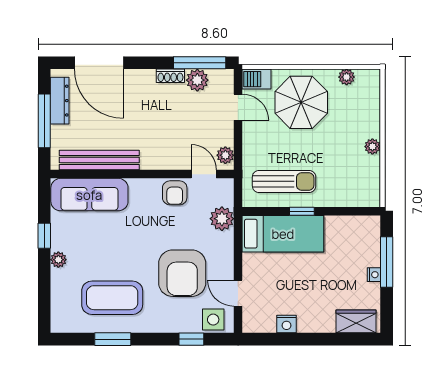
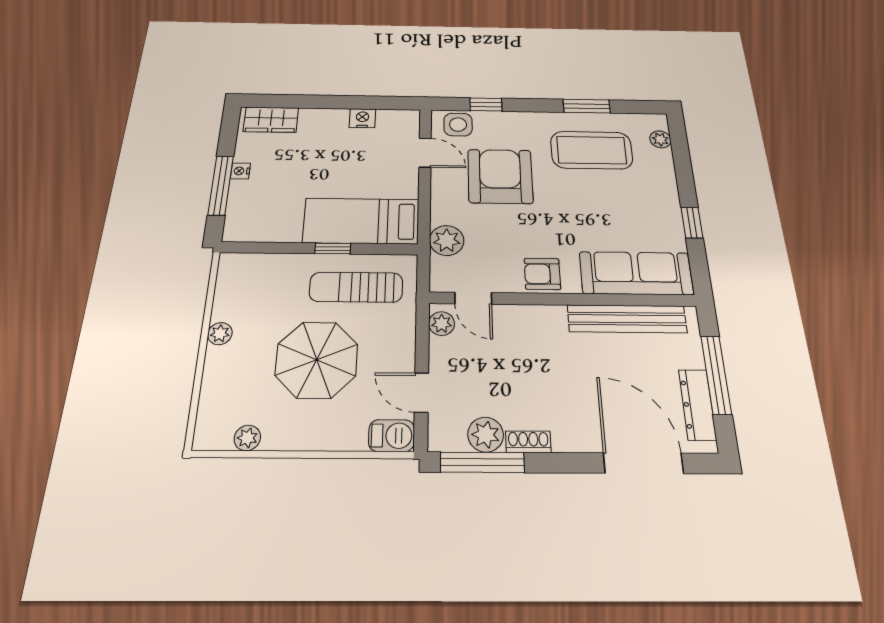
parasol: (301, 102) -> (317, 360), moved
armchair: (175, 193) -> (542, 274), moved, turned -90
plant: (58, 260) -> (660, 139), moved

